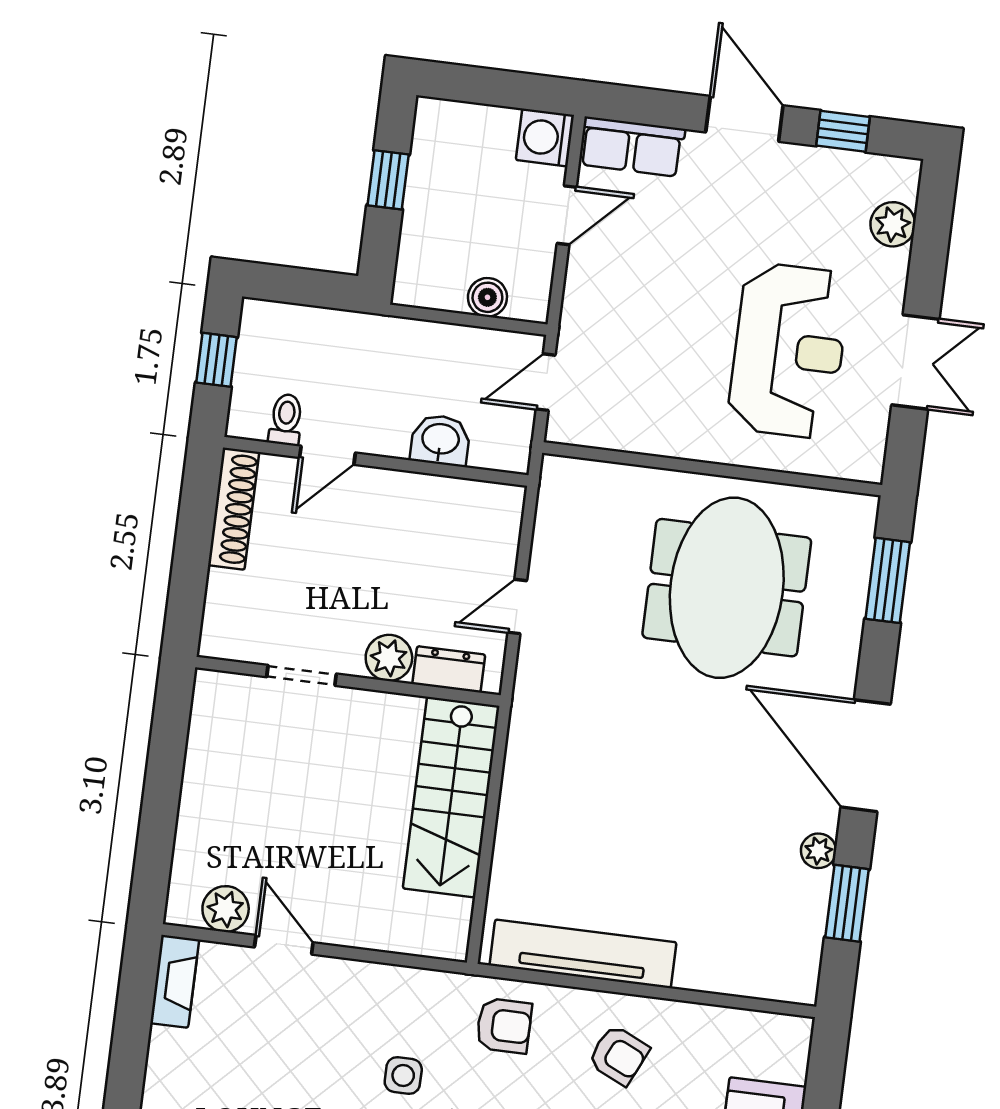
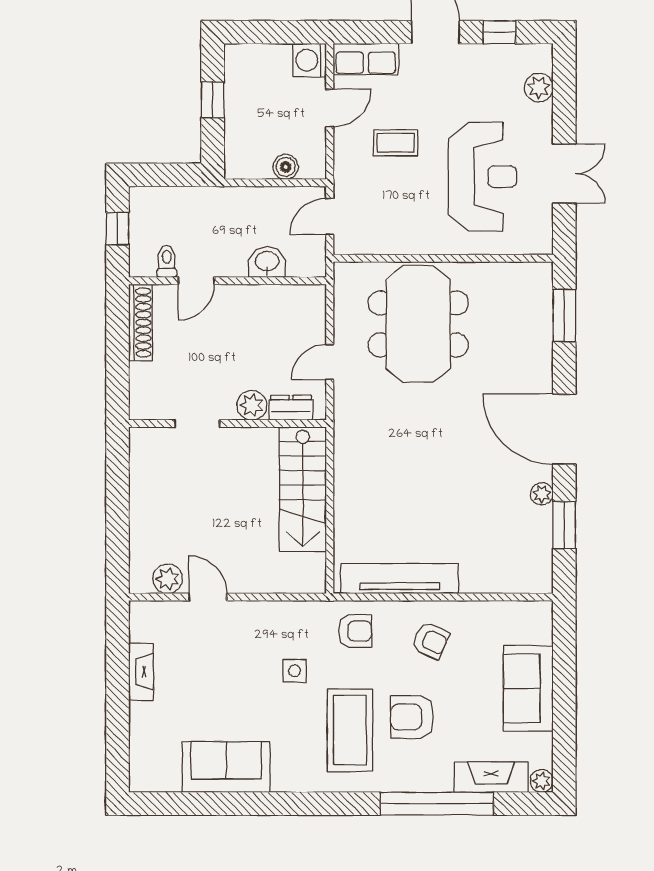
coffee table: (662, 282) -> (396, 143), added
meeting table: (727, 588) -> (418, 324), moved
fireplace: (175, 981) -> (141, 672), moved

